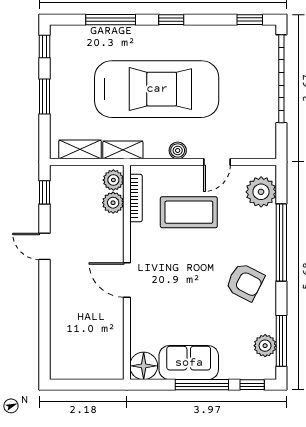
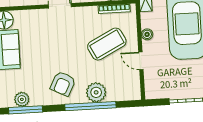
plant: (261, 192) -> (96, 92), moved
coffee table: (189, 212) -> (107, 44), turned 63

